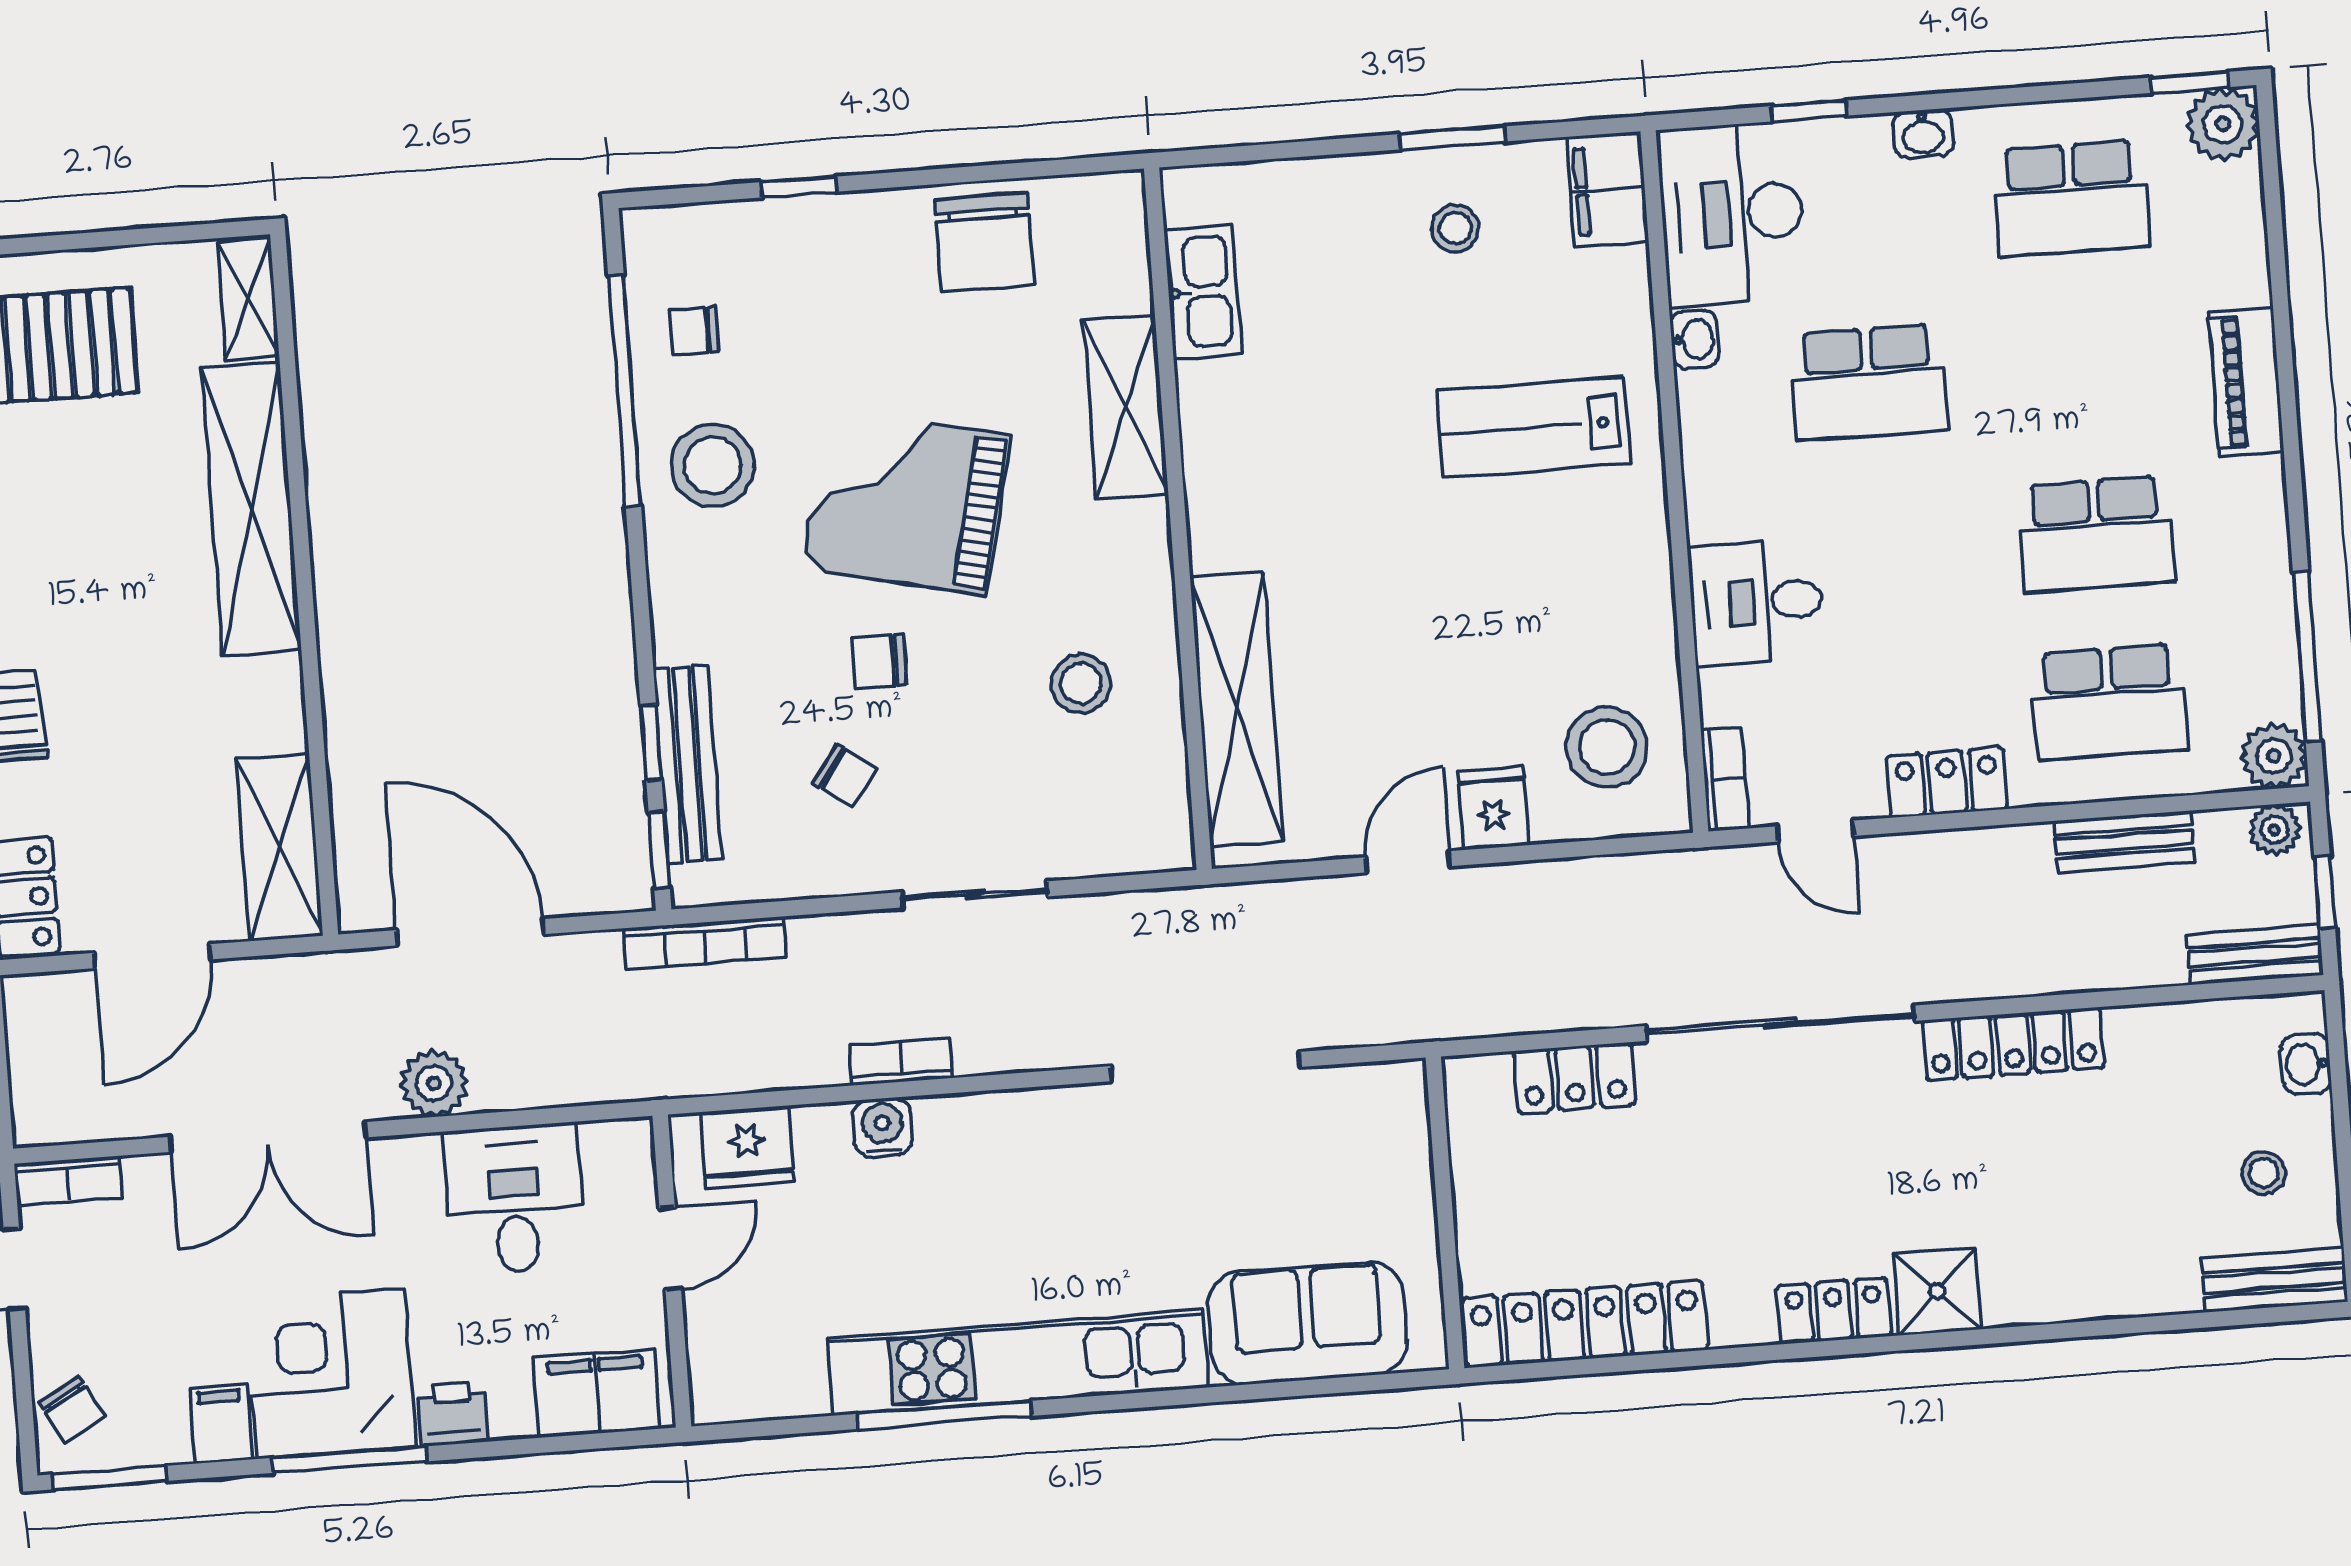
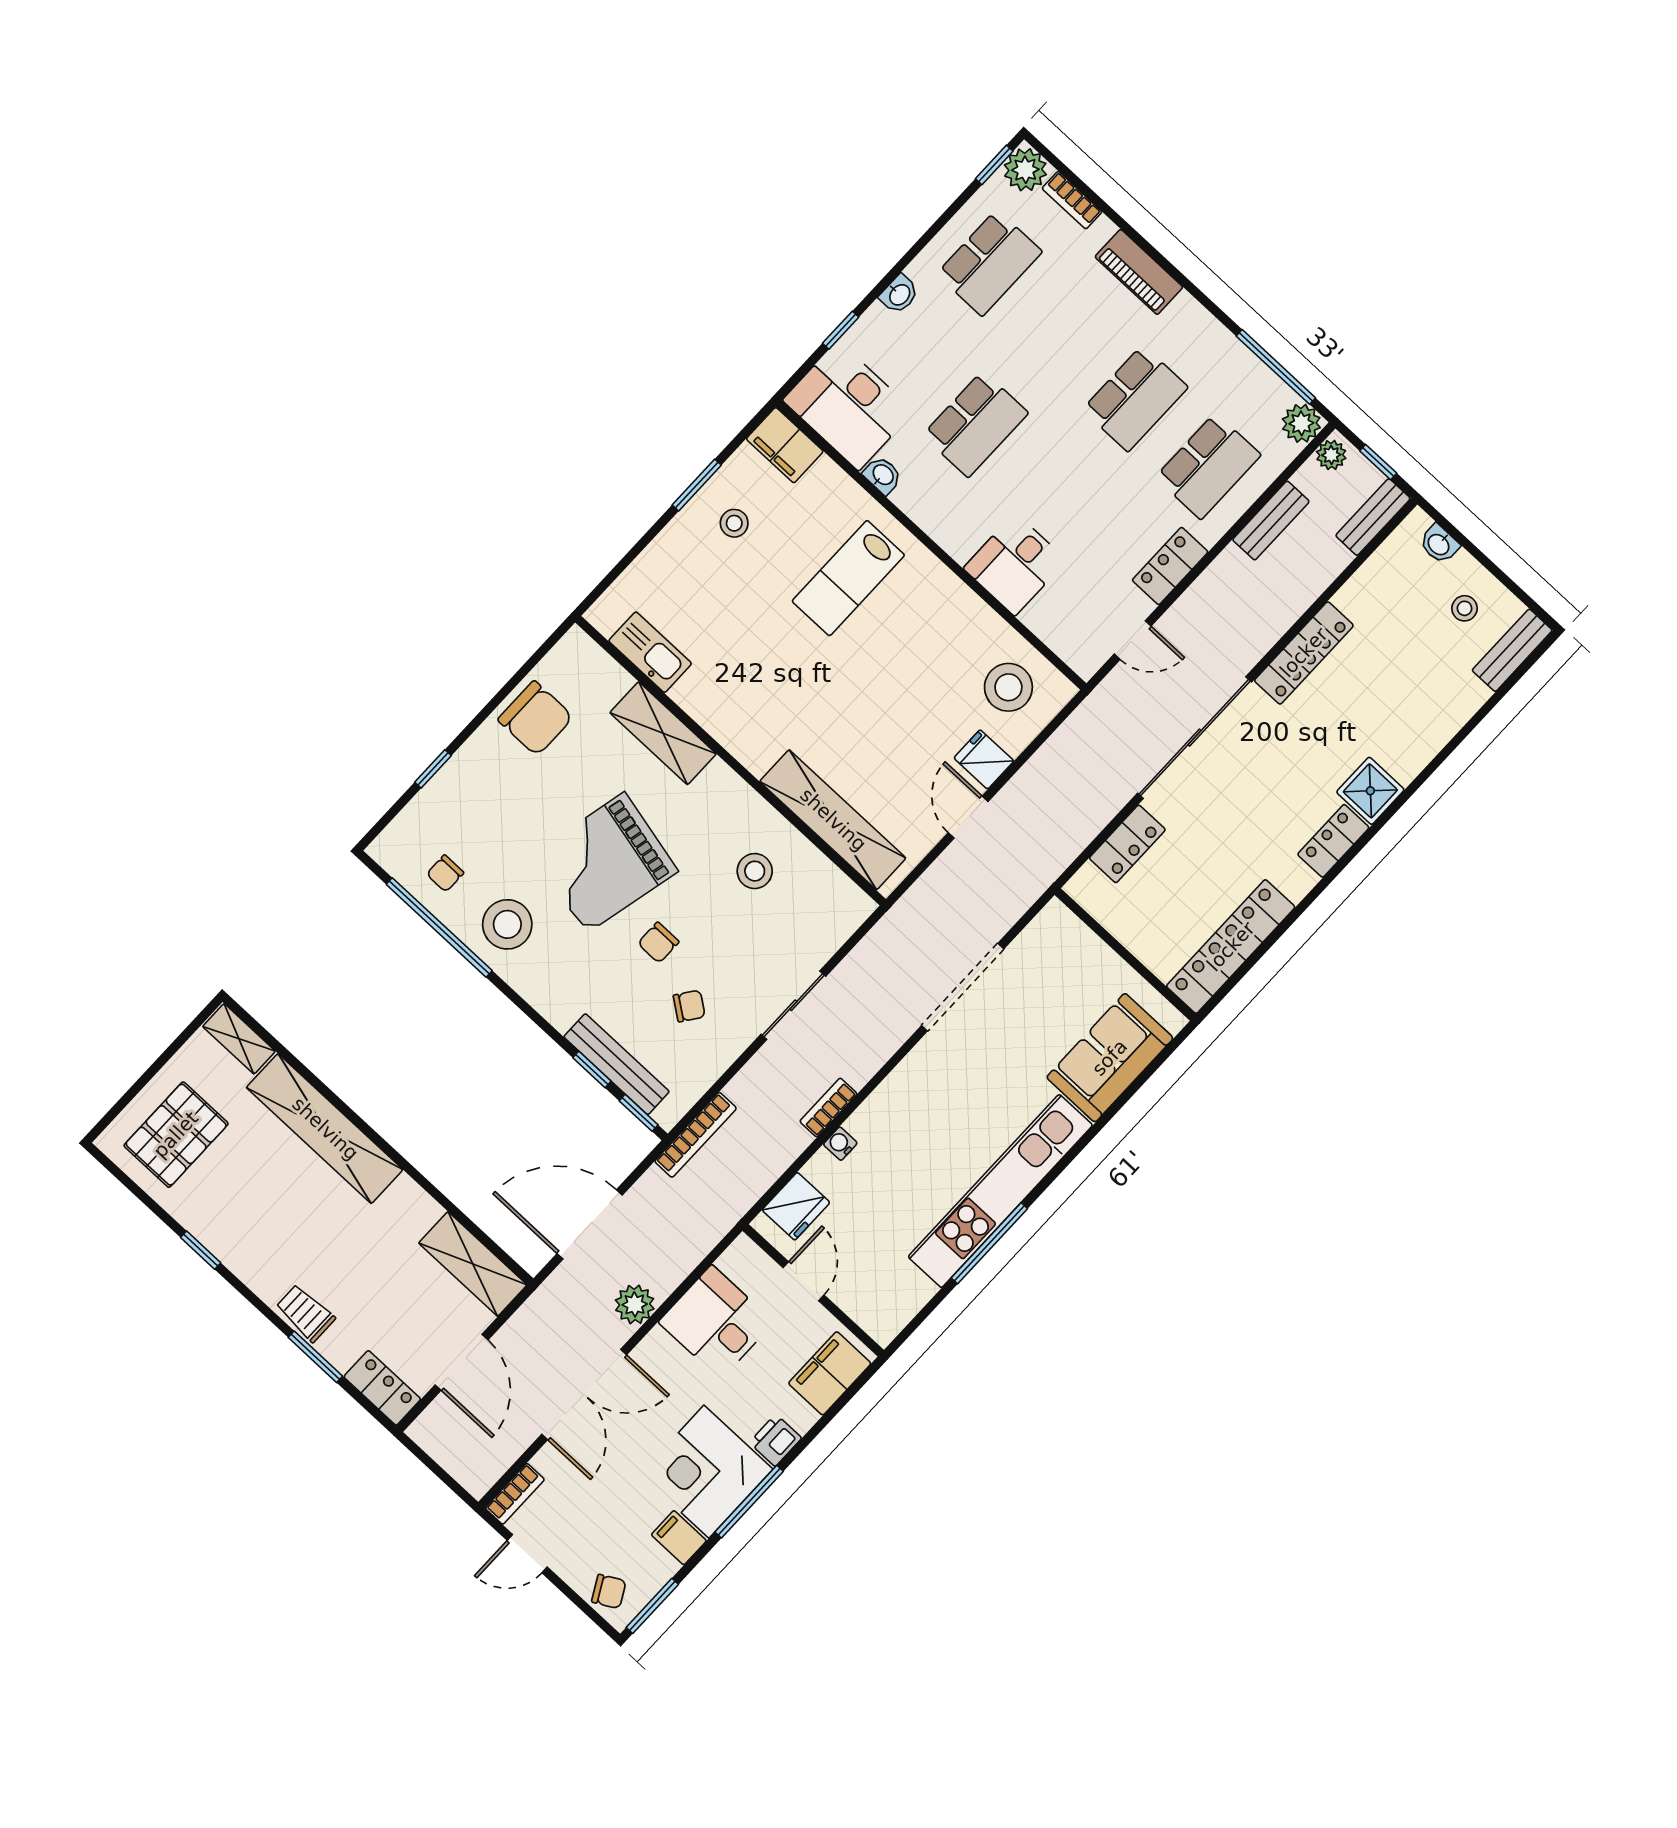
bookcase: (1725, 779) -> (1072, 200), moved, turned 180
water cooler: (883, 1127) -> (840, 1144), width x0.72, depth x0.72

